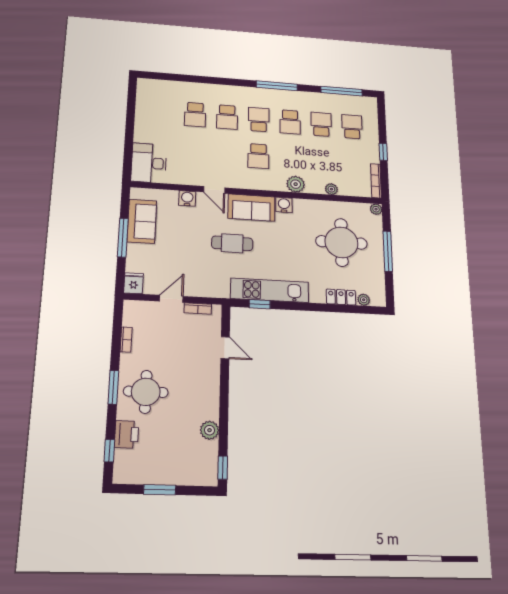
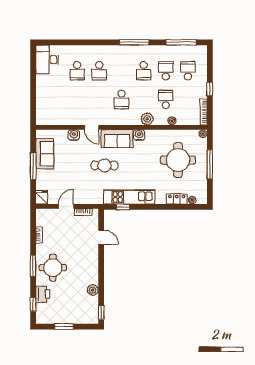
school desk: (259, 119) -> (166, 99), moved
desk: (149, 163) -> (47, 60), moved

